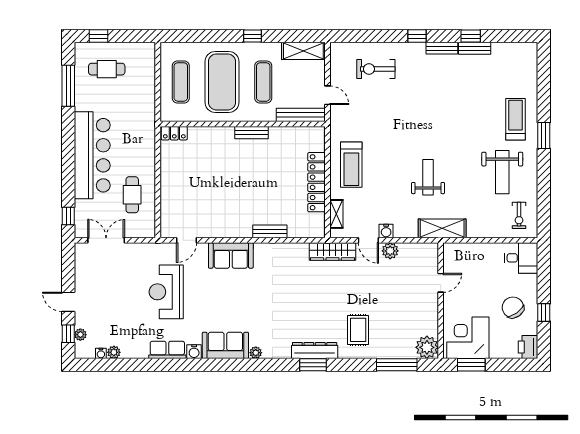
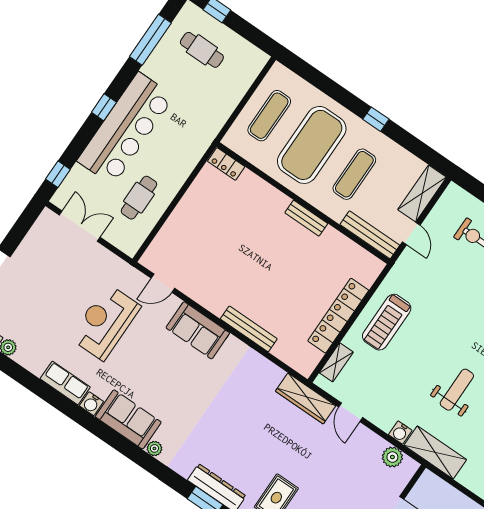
shelving: (303, 51) -> (422, 193), moved, turned 90
window: (68, 151) -> (104, 107), added
bench: (270, 231) -> (249, 329), width x1.36
water cooler: (386, 231) -> (400, 433), moved
plant: (390, 251) -> (392, 457), moved

